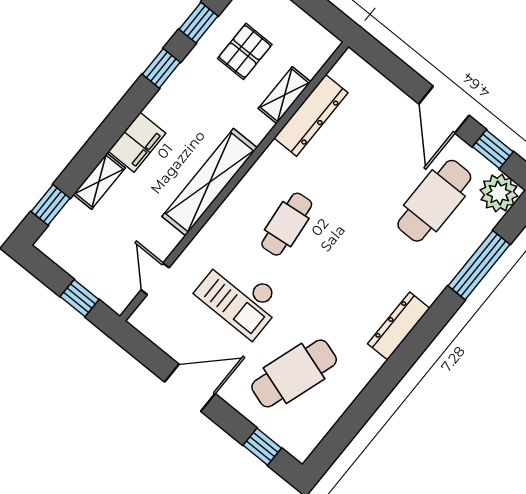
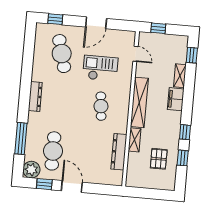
shelving: (285, 95) -> (135, 140), moved
cafe table: (294, 373) -> (62, 54), turned -33

